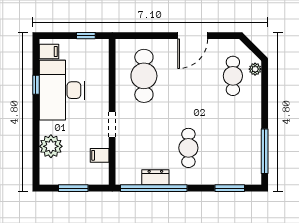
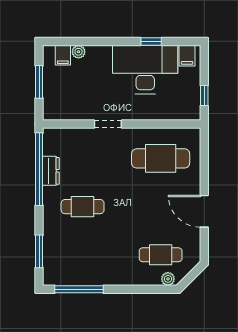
plant: (51, 146) -> (79, 52), width x0.53, depth x0.53
filing cabinet: (100, 155) -> (63, 55), moved, turned 180

